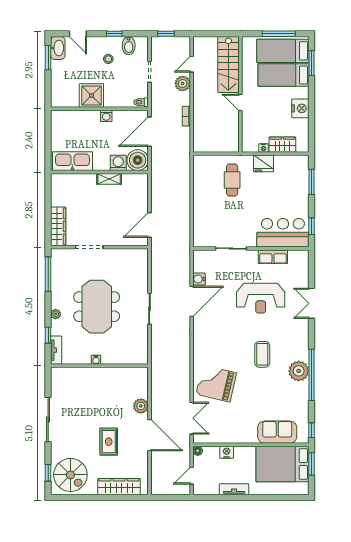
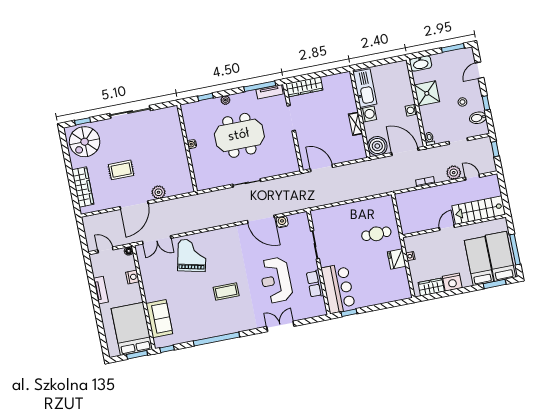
washbasin: (58, 48) -> (421, 63), moved
wardrobe: (282, 145) -> (431, 287), moved, turned -90
washing machine: (118, 163) -> (368, 114), moved
window: (312, 182) -> (389, 305), removed
tv unit: (56, 350) -> (270, 92), moved
plant: (299, 371) -> (218, 327), removed

